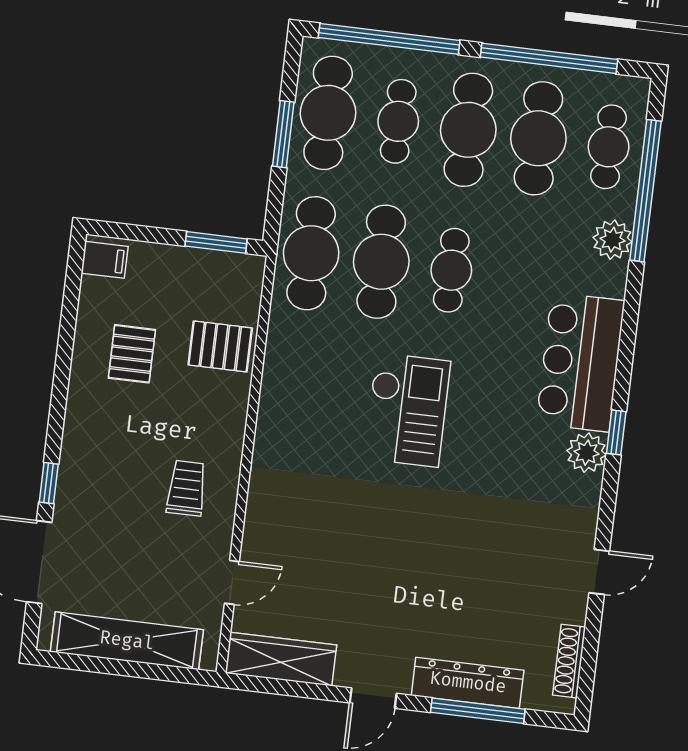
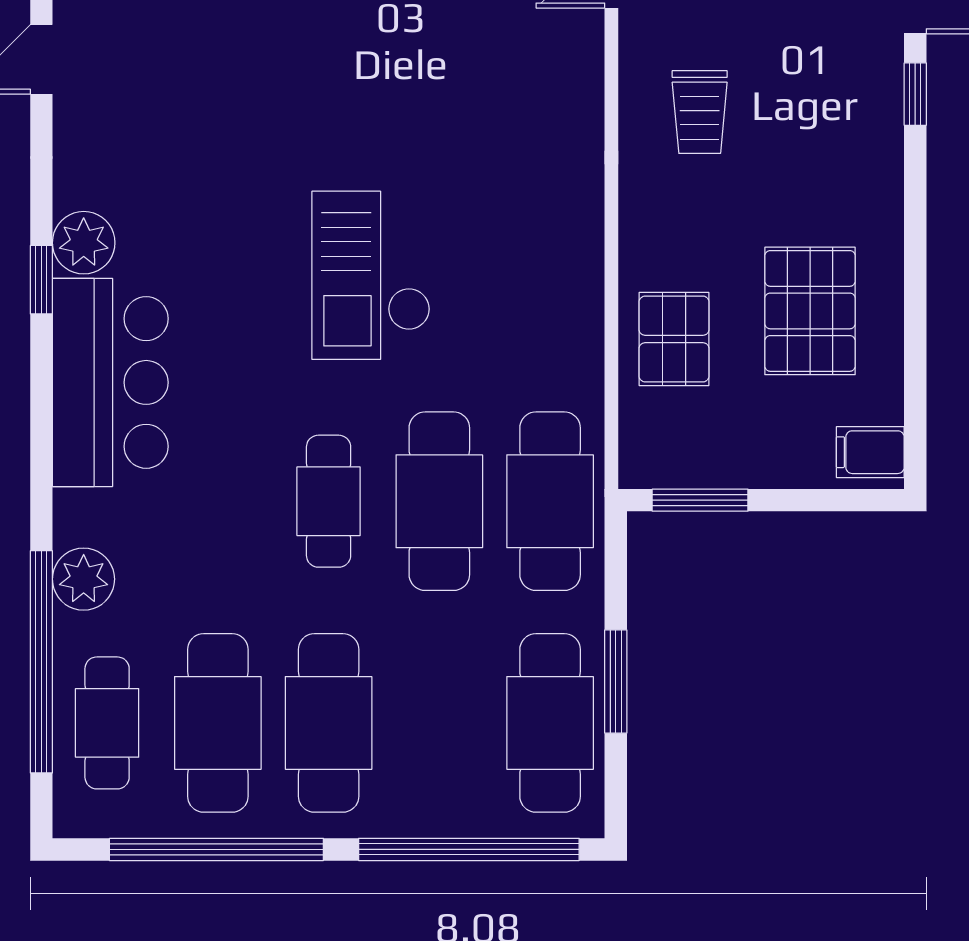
cafe table: (398, 121) -> (439, 723), removed
pallet: (220, 346) -> (674, 339), turned 90
pallet: (132, 354) -> (810, 311), width x1.50, depth x1.42

